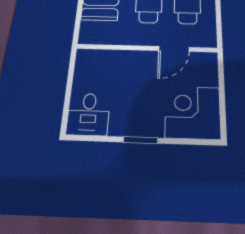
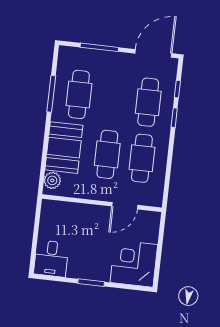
plant: (89, 29) -> (52, 180), added

